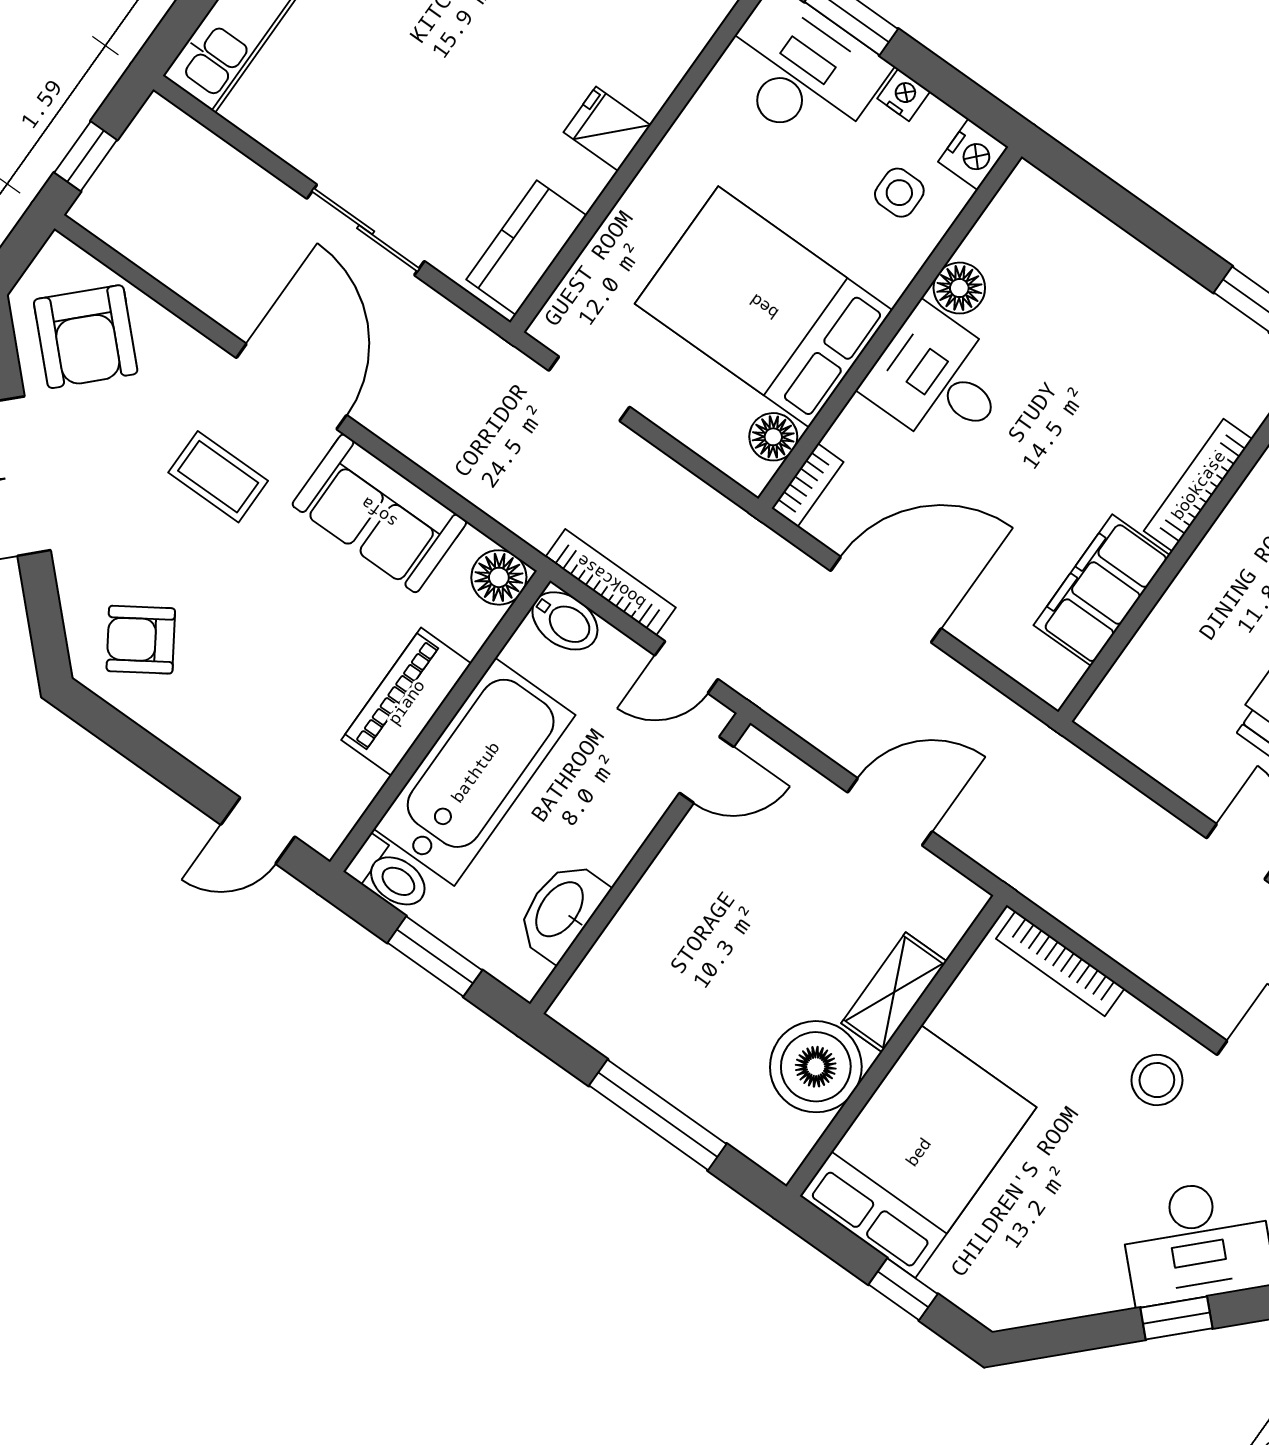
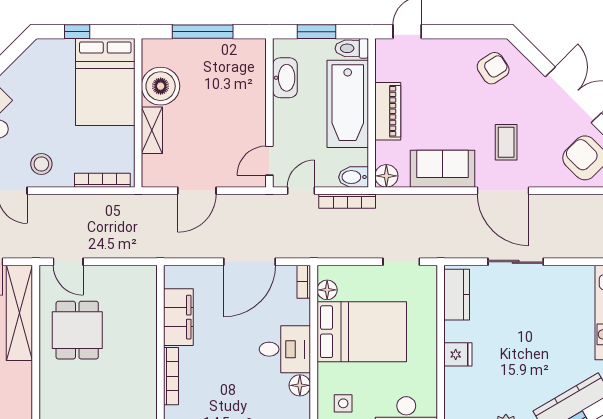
coffee table: (218, 477) -> (506, 142), turned 90

